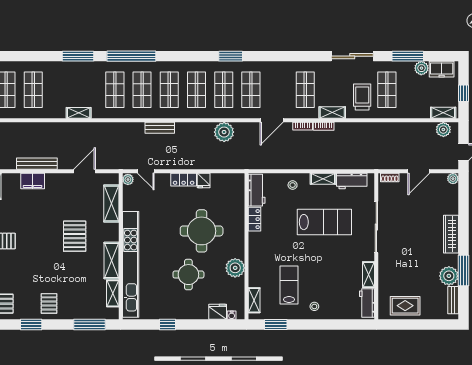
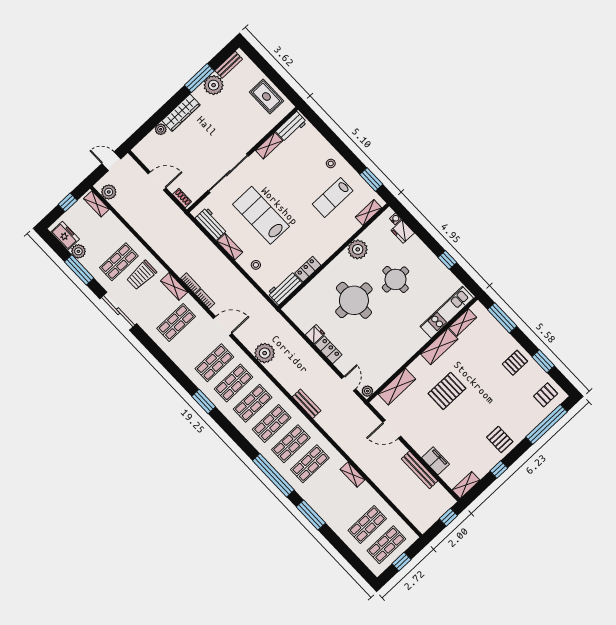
plant: (453, 179) -> (161, 129), moved
kitchen unit: (131, 264) -> (447, 312), width x0.54

